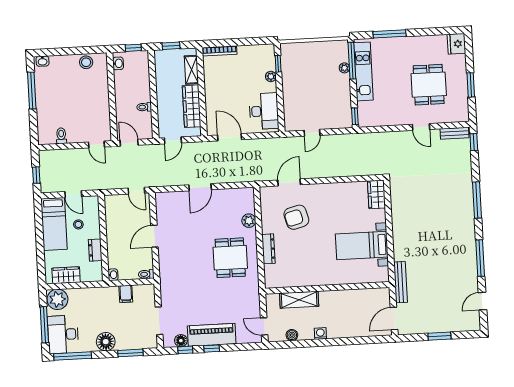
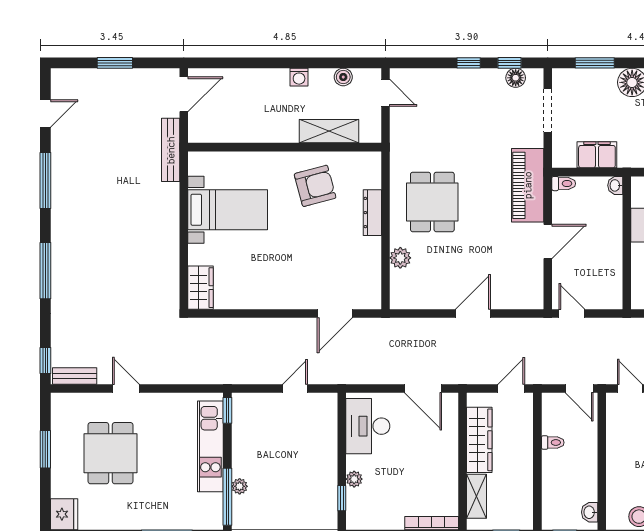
kitchen unit: (363, 71) -> (210, 446), moved
armchair: (296, 217) -> (315, 186), moved
filing cabinet: (126, 294) -> (597, 155), width x2.00
piano: (212, 335) -> (528, 185), moved, turned 90

